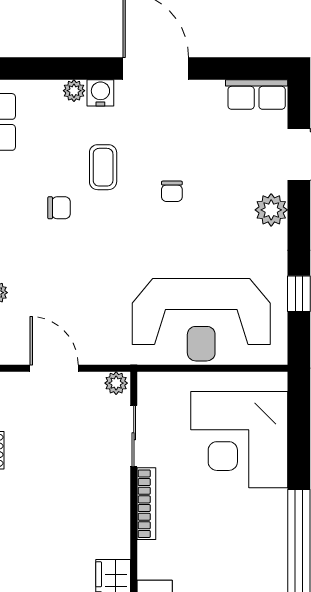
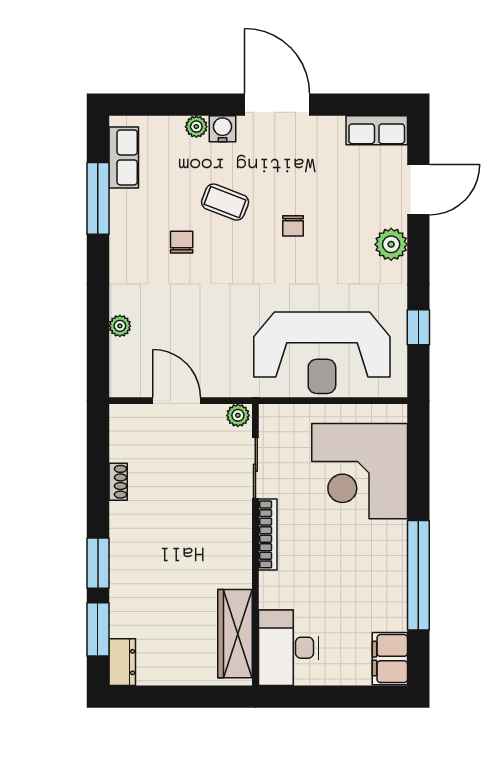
coffee table: (103, 167) -> (225, 202), turned -69
chair: (59, 208) -> (182, 242), turned -90

